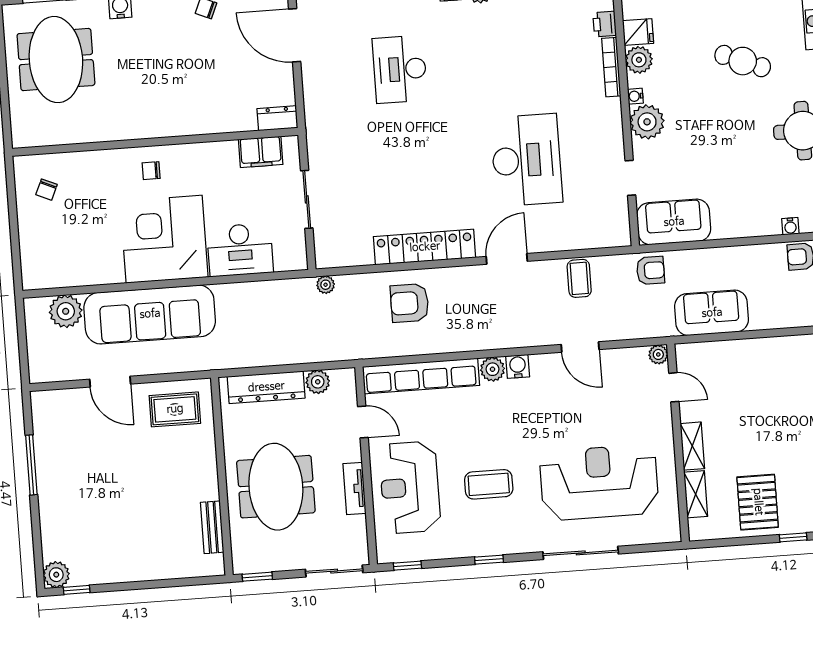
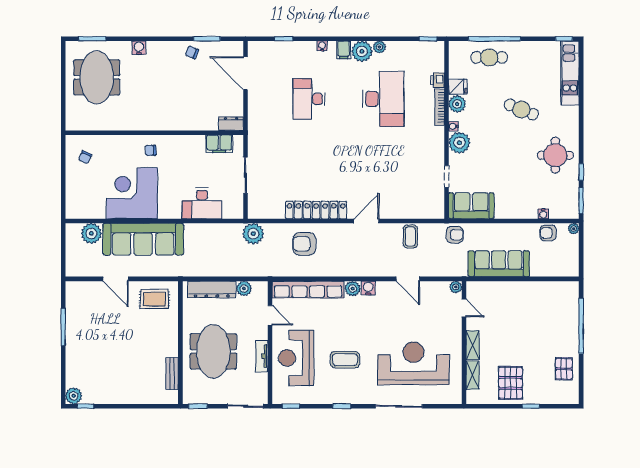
desk: (526, 160) -> (383, 99), moved
corner desk: (164, 239) -> (132, 193), moved
plant: (326, 285) -> (253, 234), width x1.88, depth x1.88
sofa: (712, 313) -> (499, 264), width x1.36

